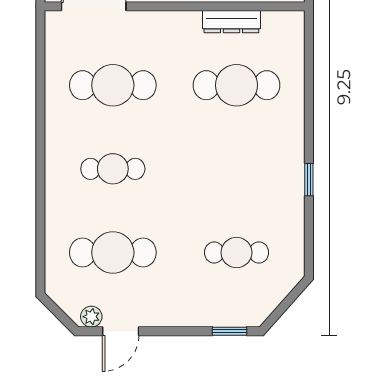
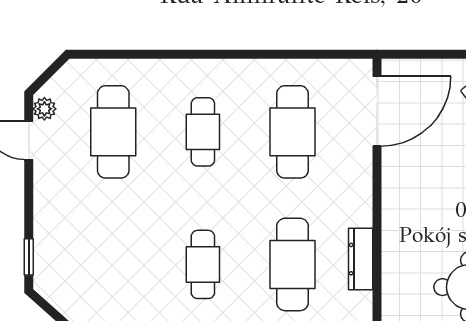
cafe table: (237, 252) -> (203, 264), moved

